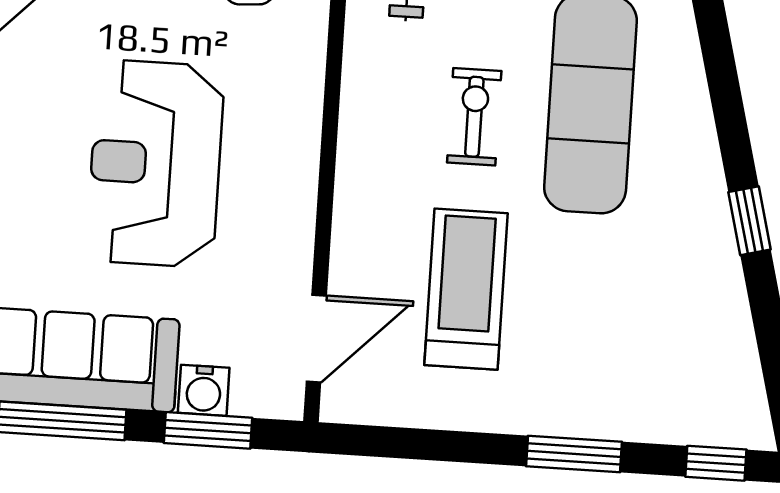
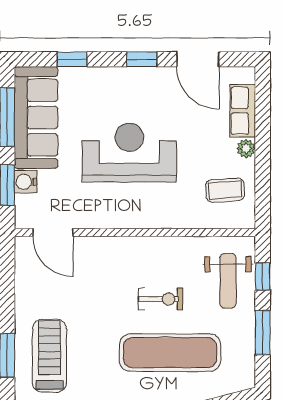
treadmill: (466, 289) -> (49, 356), moved, turned -90

